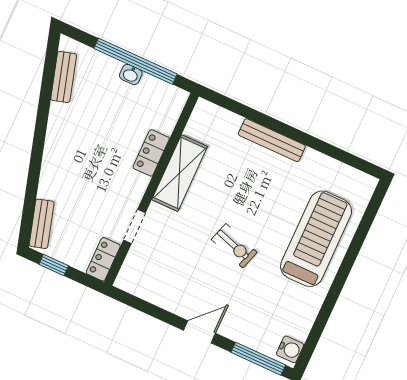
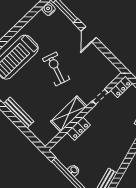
exercise bike: (234, 246) -> (56, 69), width x1.38, depth x1.39
door: (200, 332) -> (89, 34), hinge flipped

